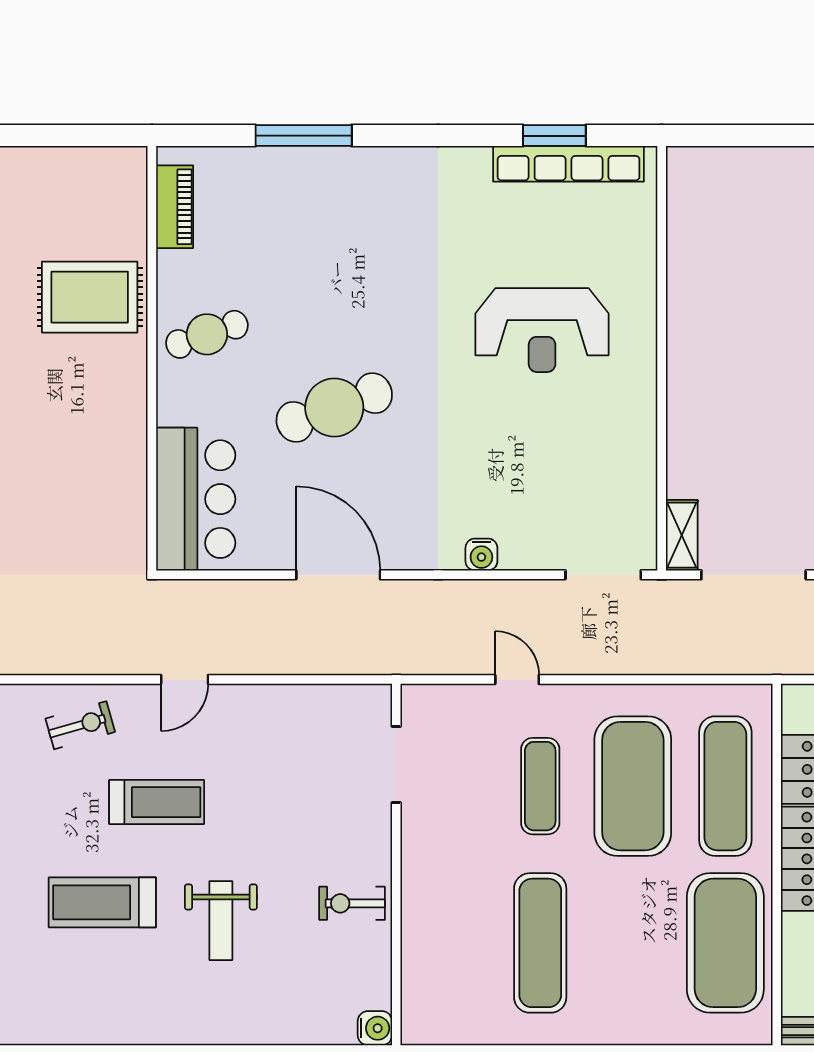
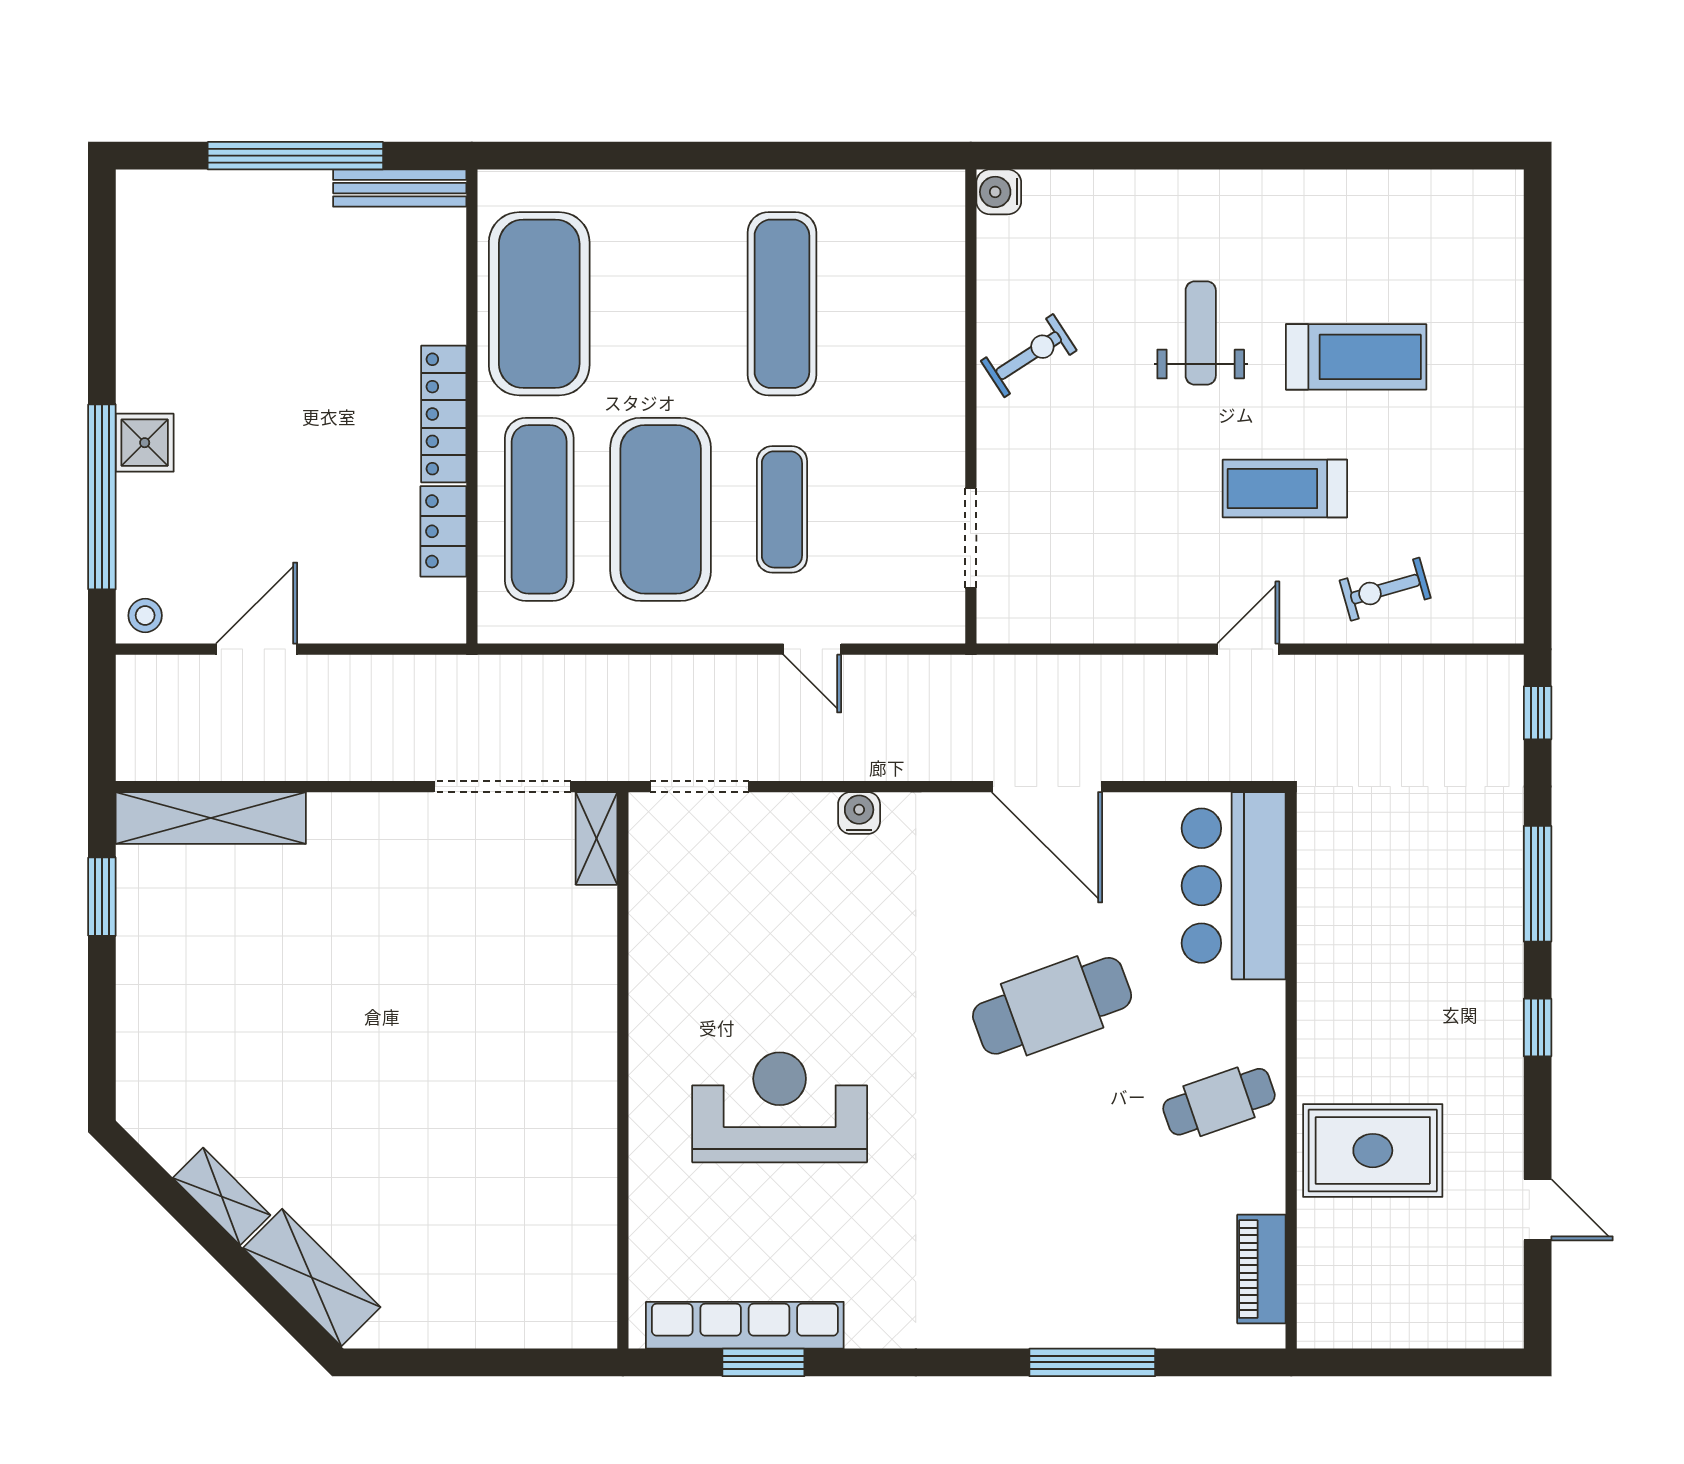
exercise bike: (352, 903) -> (1029, 356), turned -33

